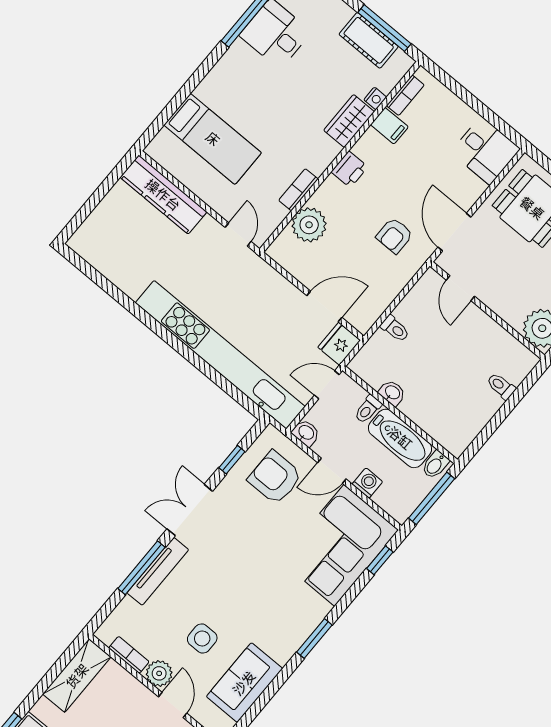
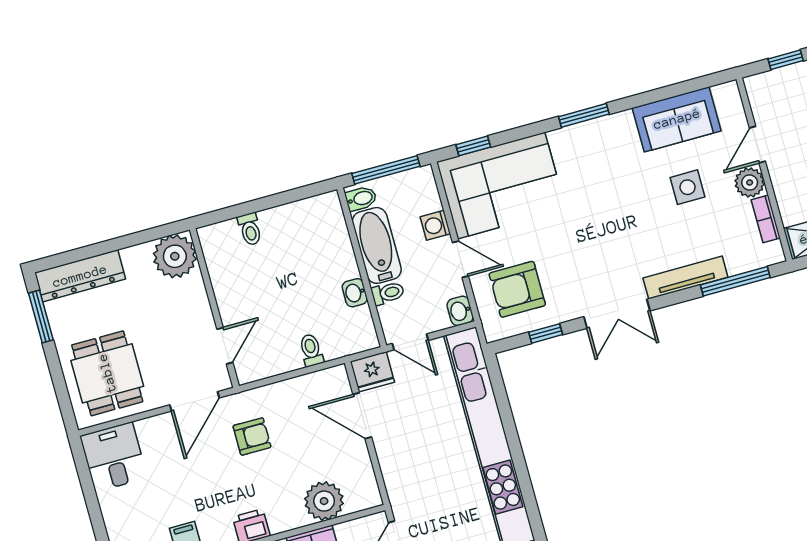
armchair: (275, 478) -> (517, 289), turned 90
window: (141, 568) -> (735, 281), moved

